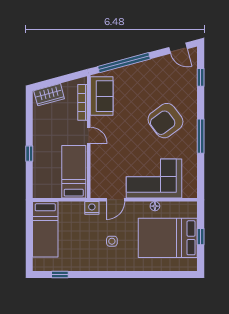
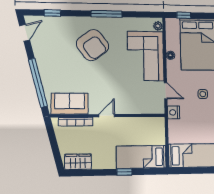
wardrobe: (49, 95) -> (78, 162), moved, turned -75
bed: (74, 172) -> (141, 157), moved
plant: (188, 193) -> (158, 26), added
window: (201, 237) -> (184, 15), moved

